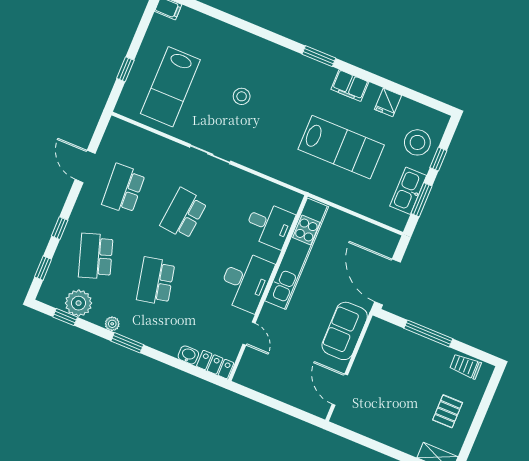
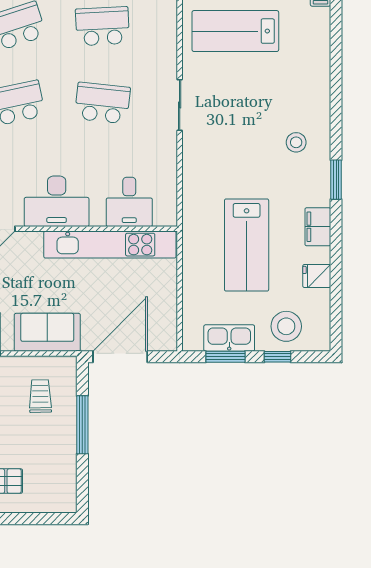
stool: (242, 96) -> (296, 142), moved
trolley: (465, 366) -> (40, 396), moved

